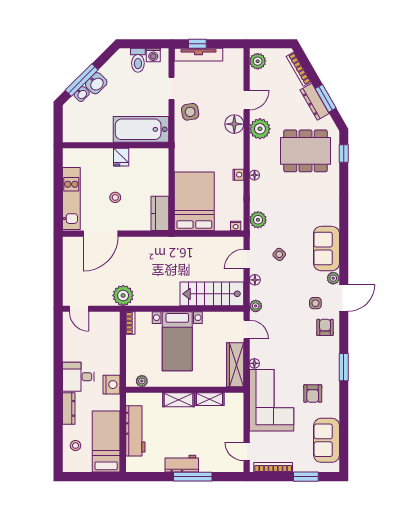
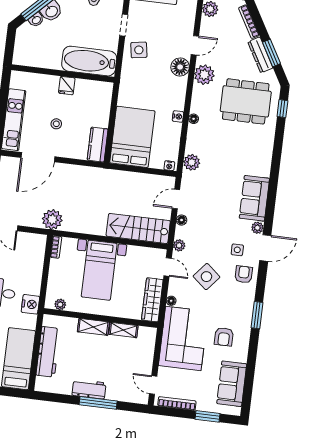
side table: (279, 254) -> (206, 277), moved, width x1.87, depth x1.87

